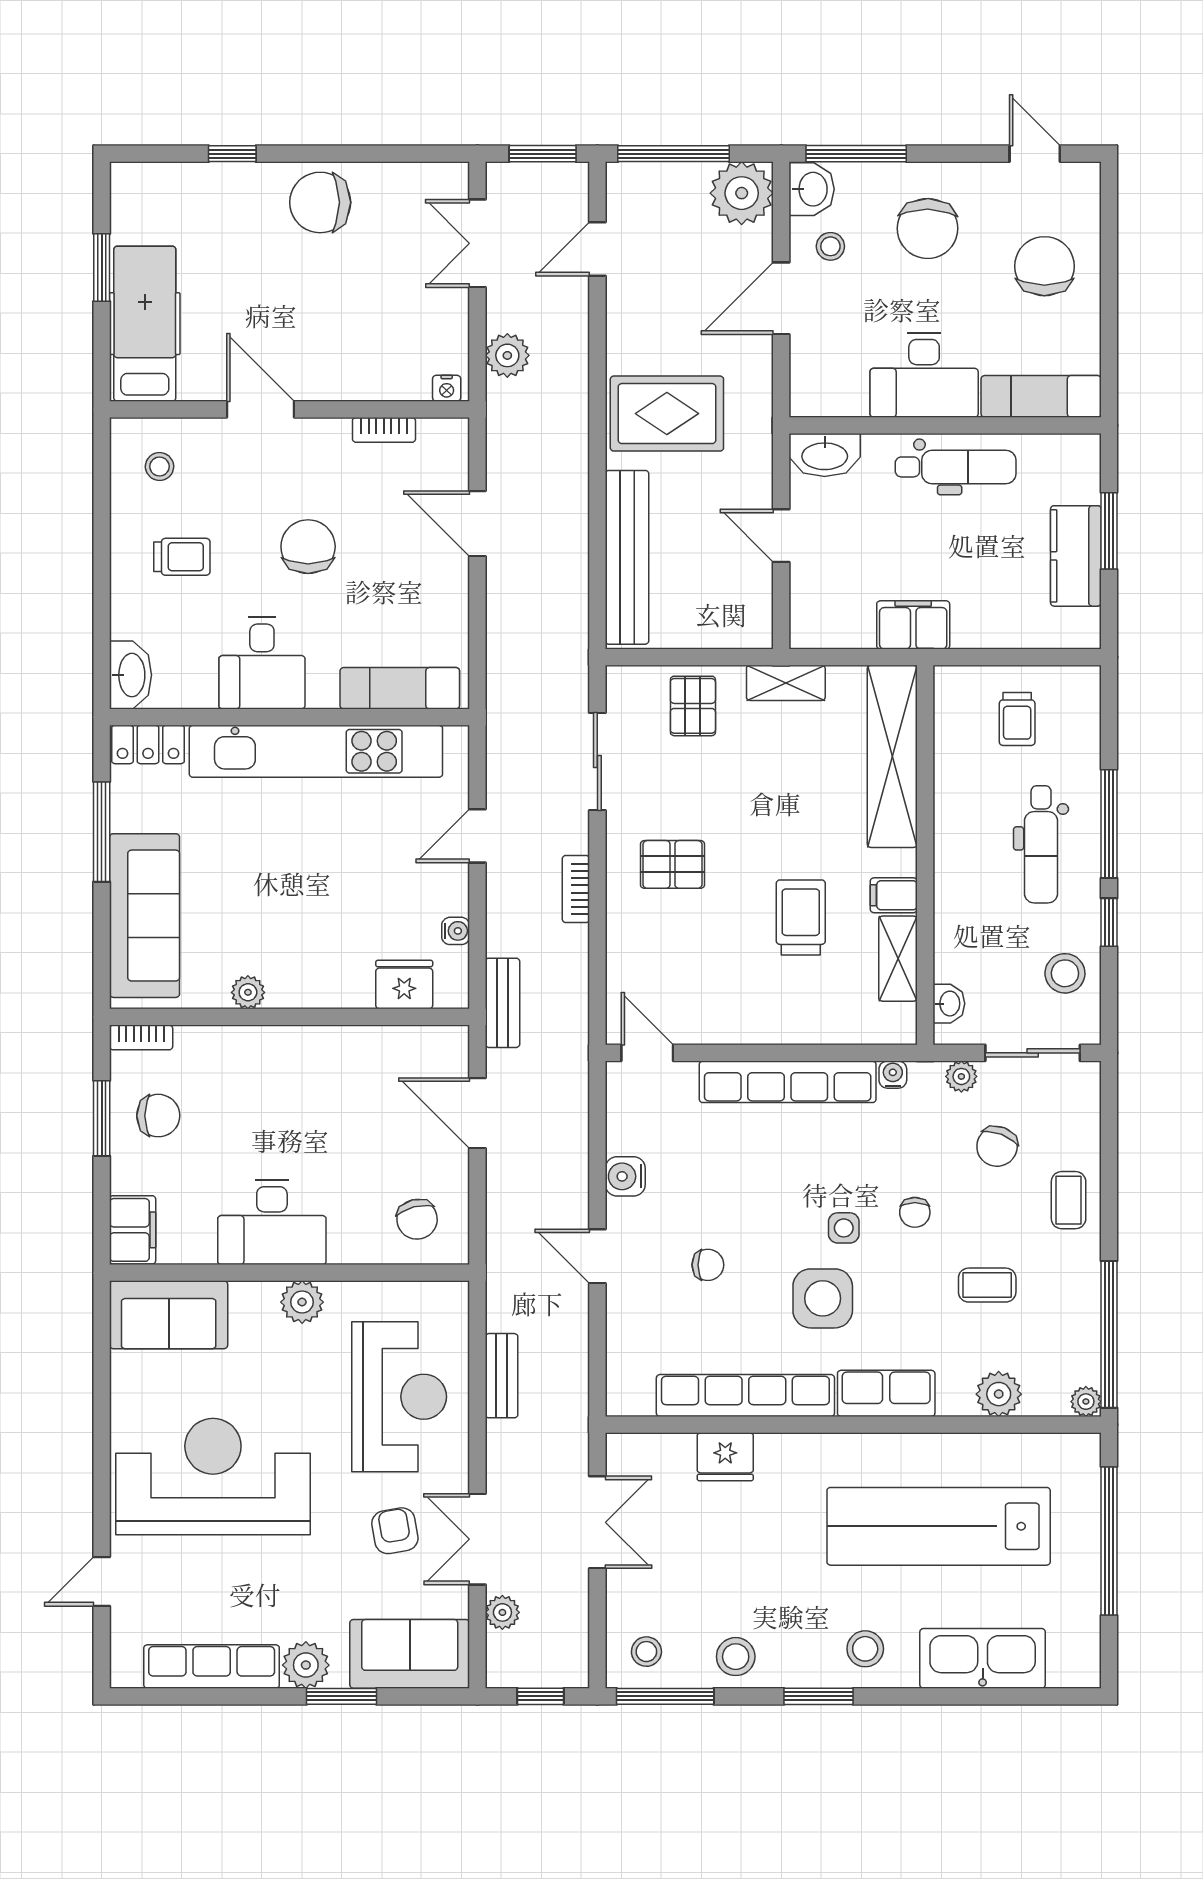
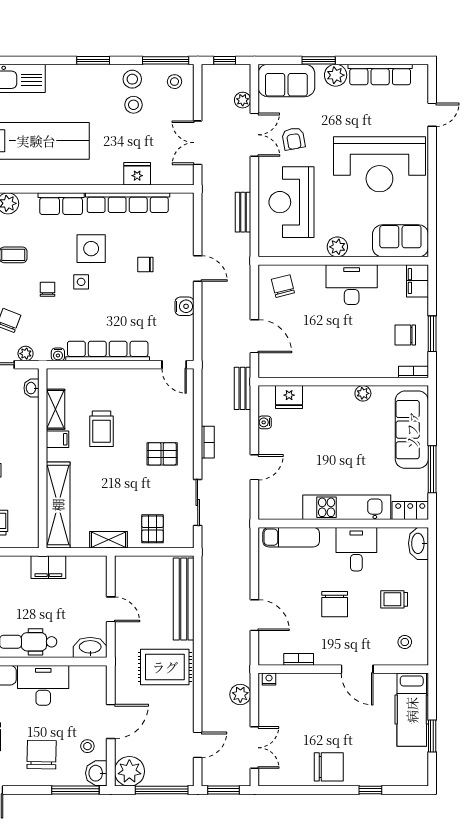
kitchen unit: (316, 751) -> (347, 507), width x0.73
stool: (865, 1649) -> (133, 105), moved

